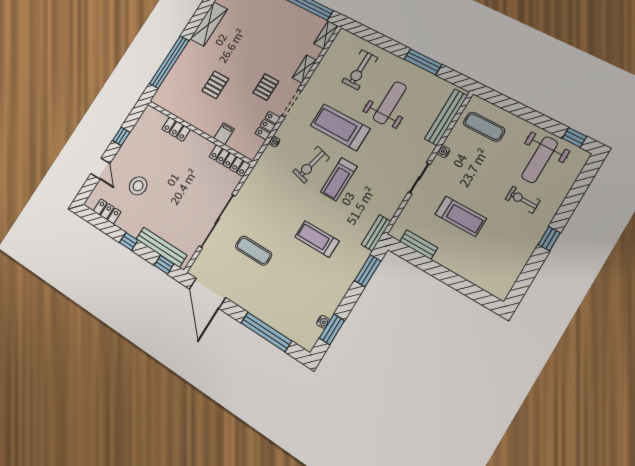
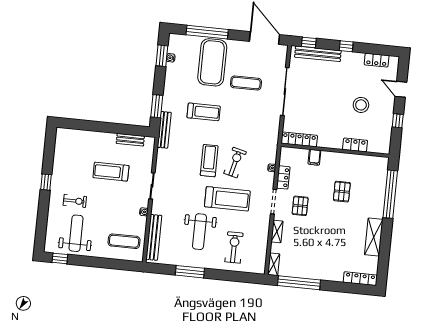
stool: (138, 186) -> (361, 105), moved
bench: (376, 233) -> (164, 130), width x1.36
exercise mat: (278, 293) -> (212, 62), added

